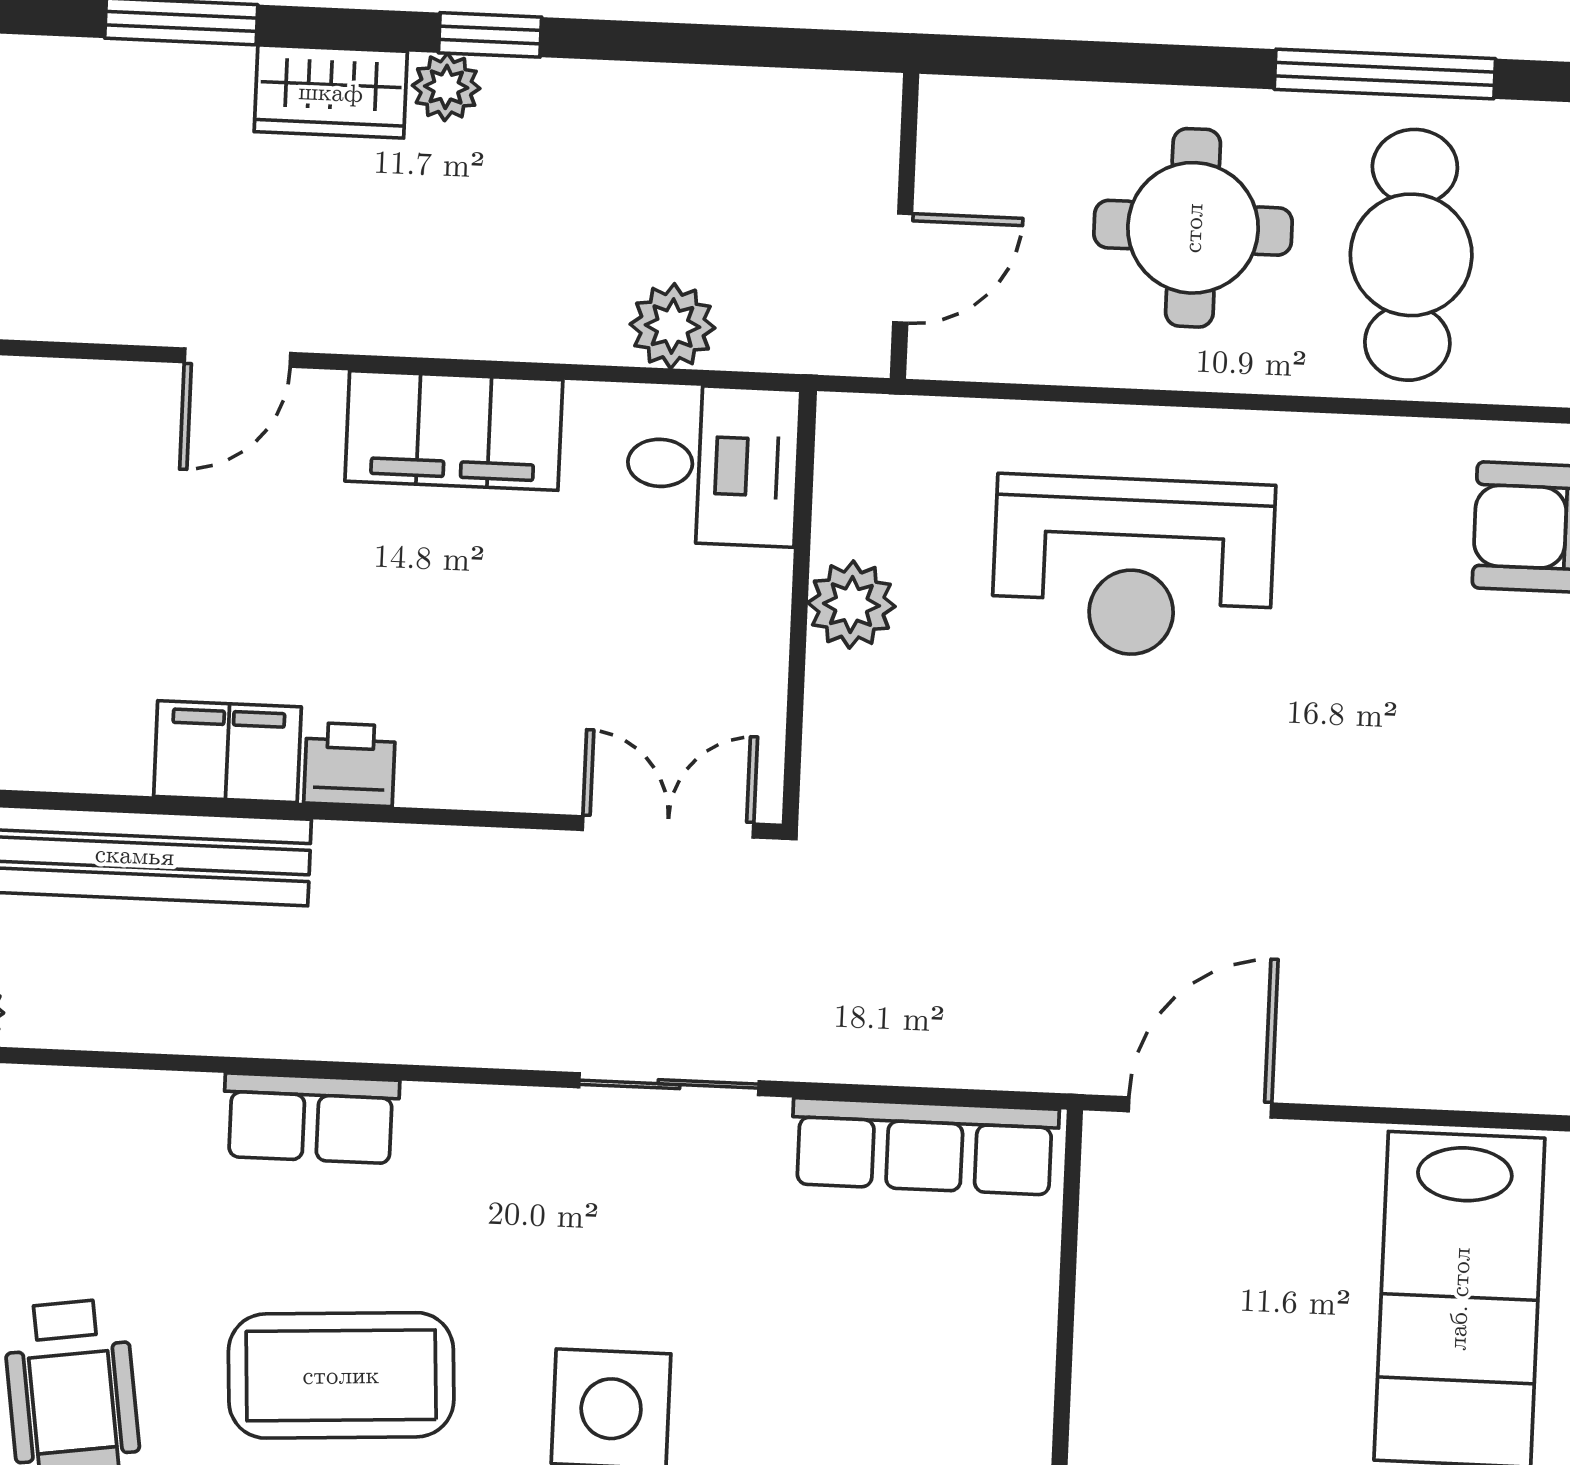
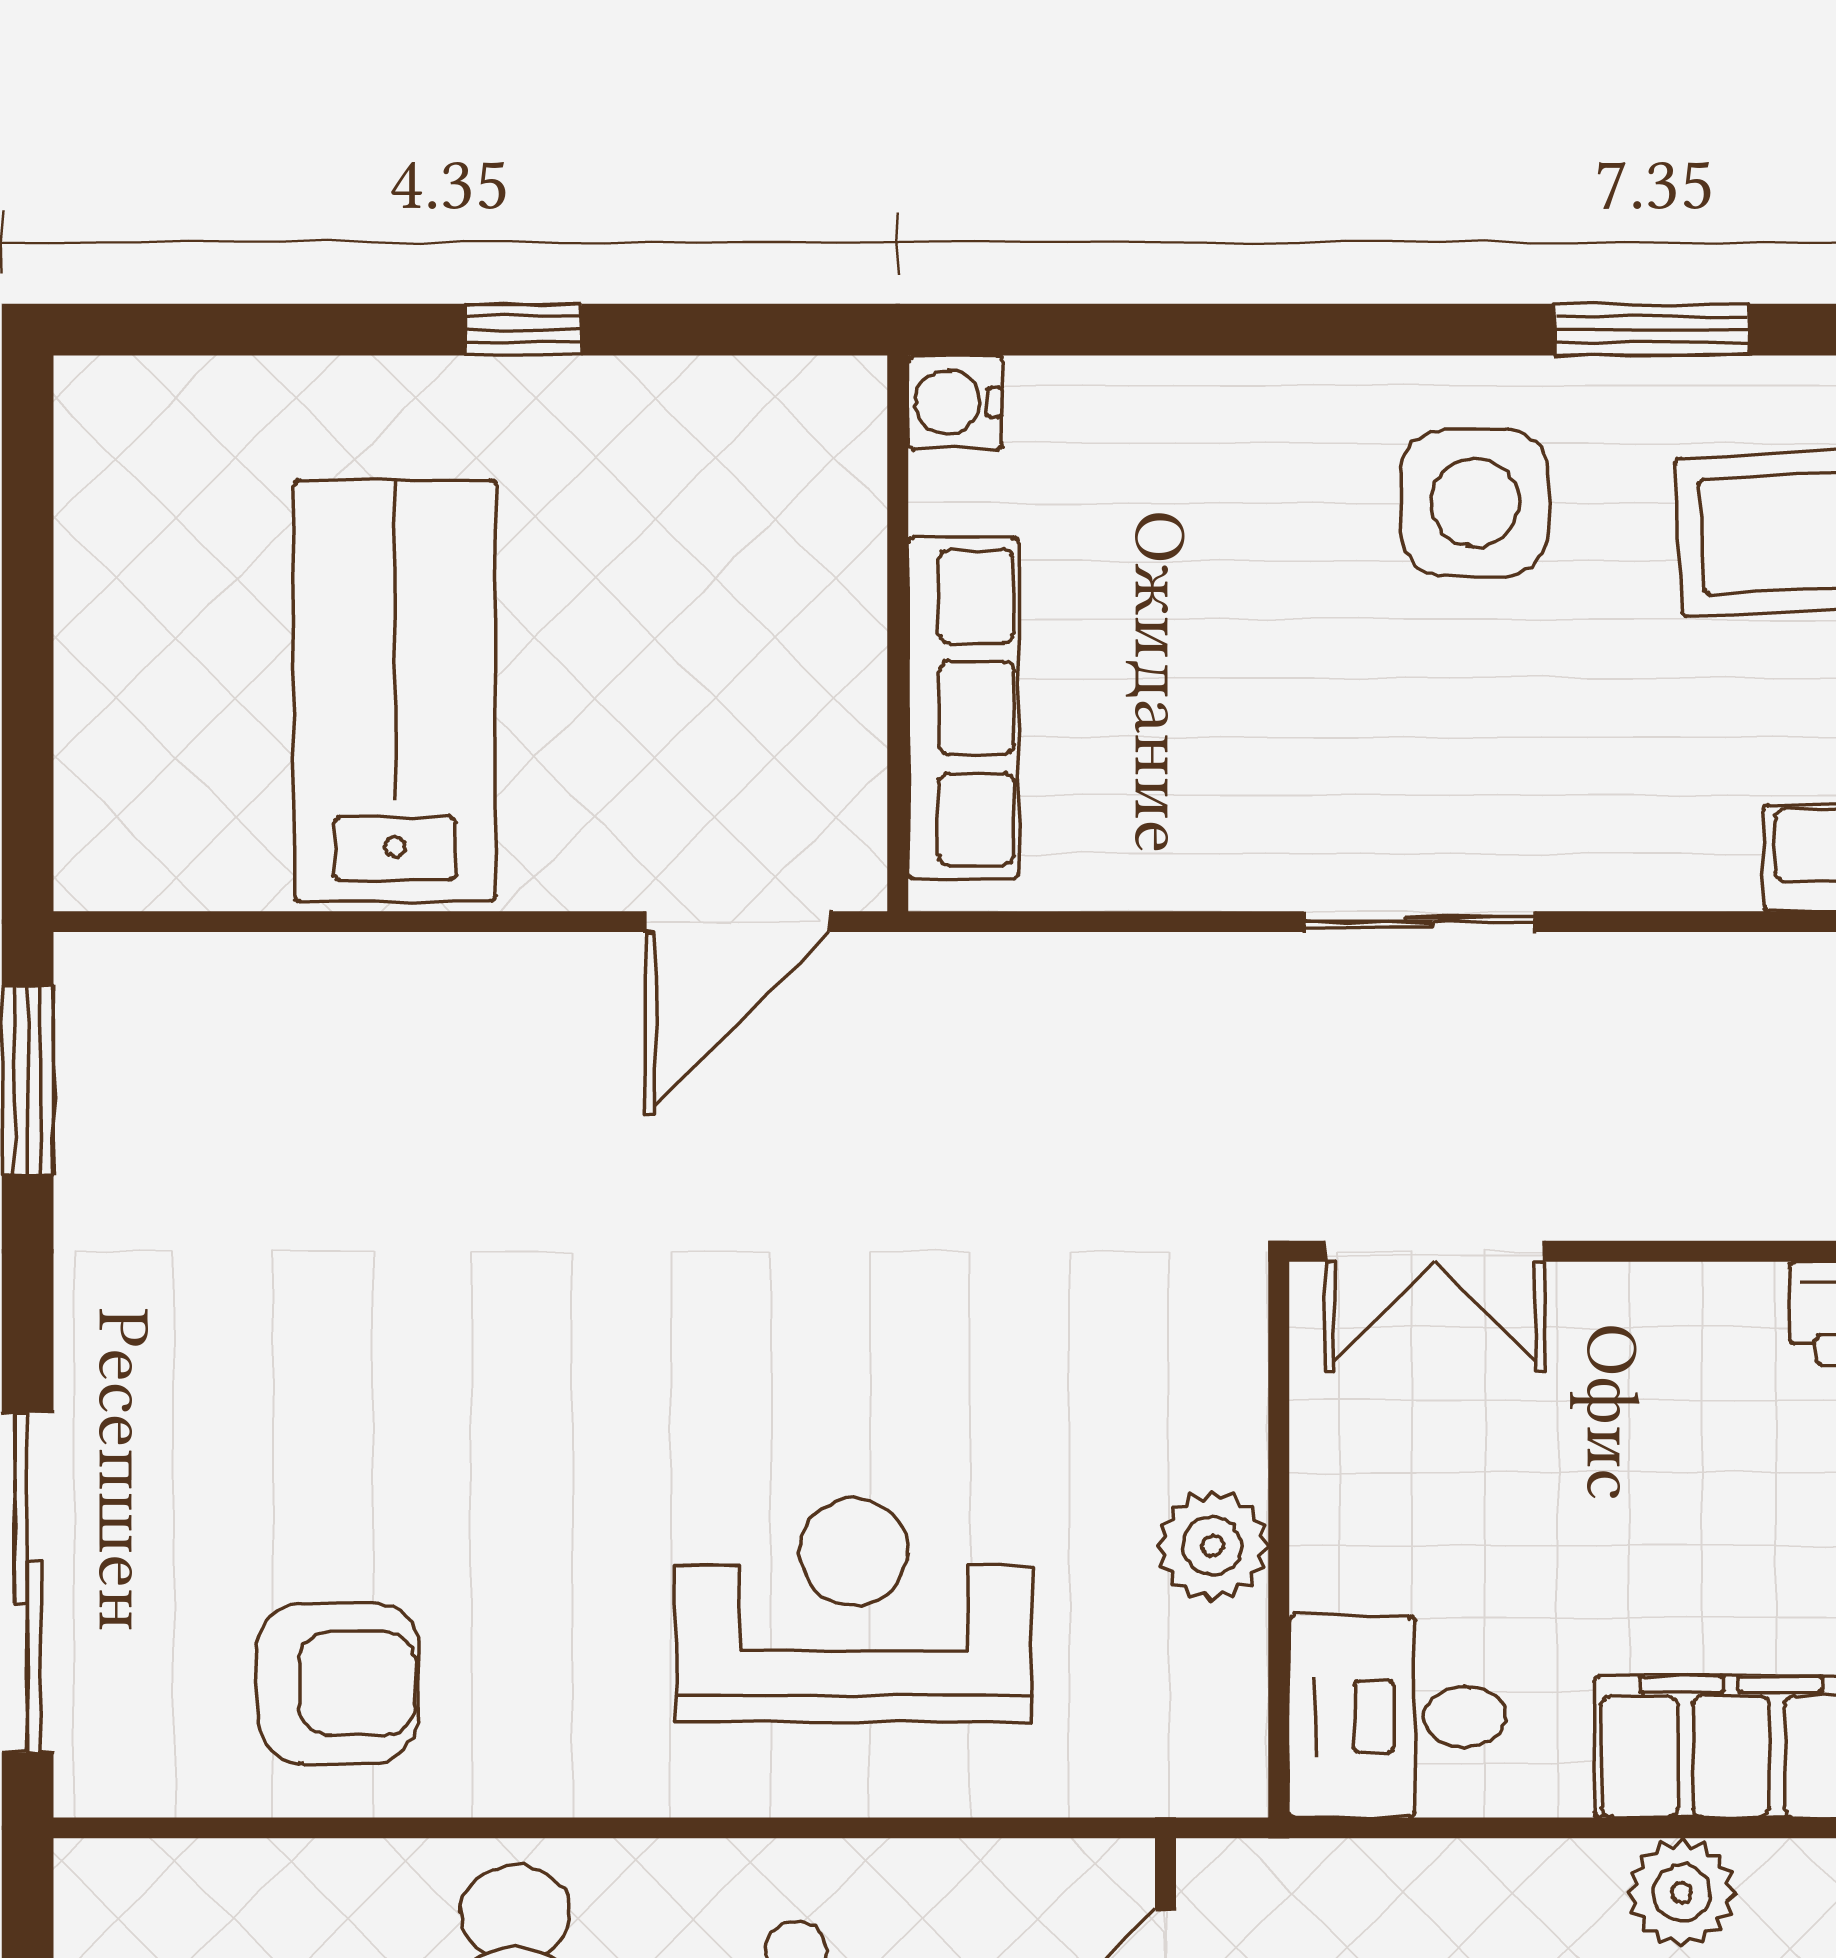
plant: (673, 326) -> (1682, 1893), moved
row of seats: (925, 1146) -> (963, 708), moved, turned 90

